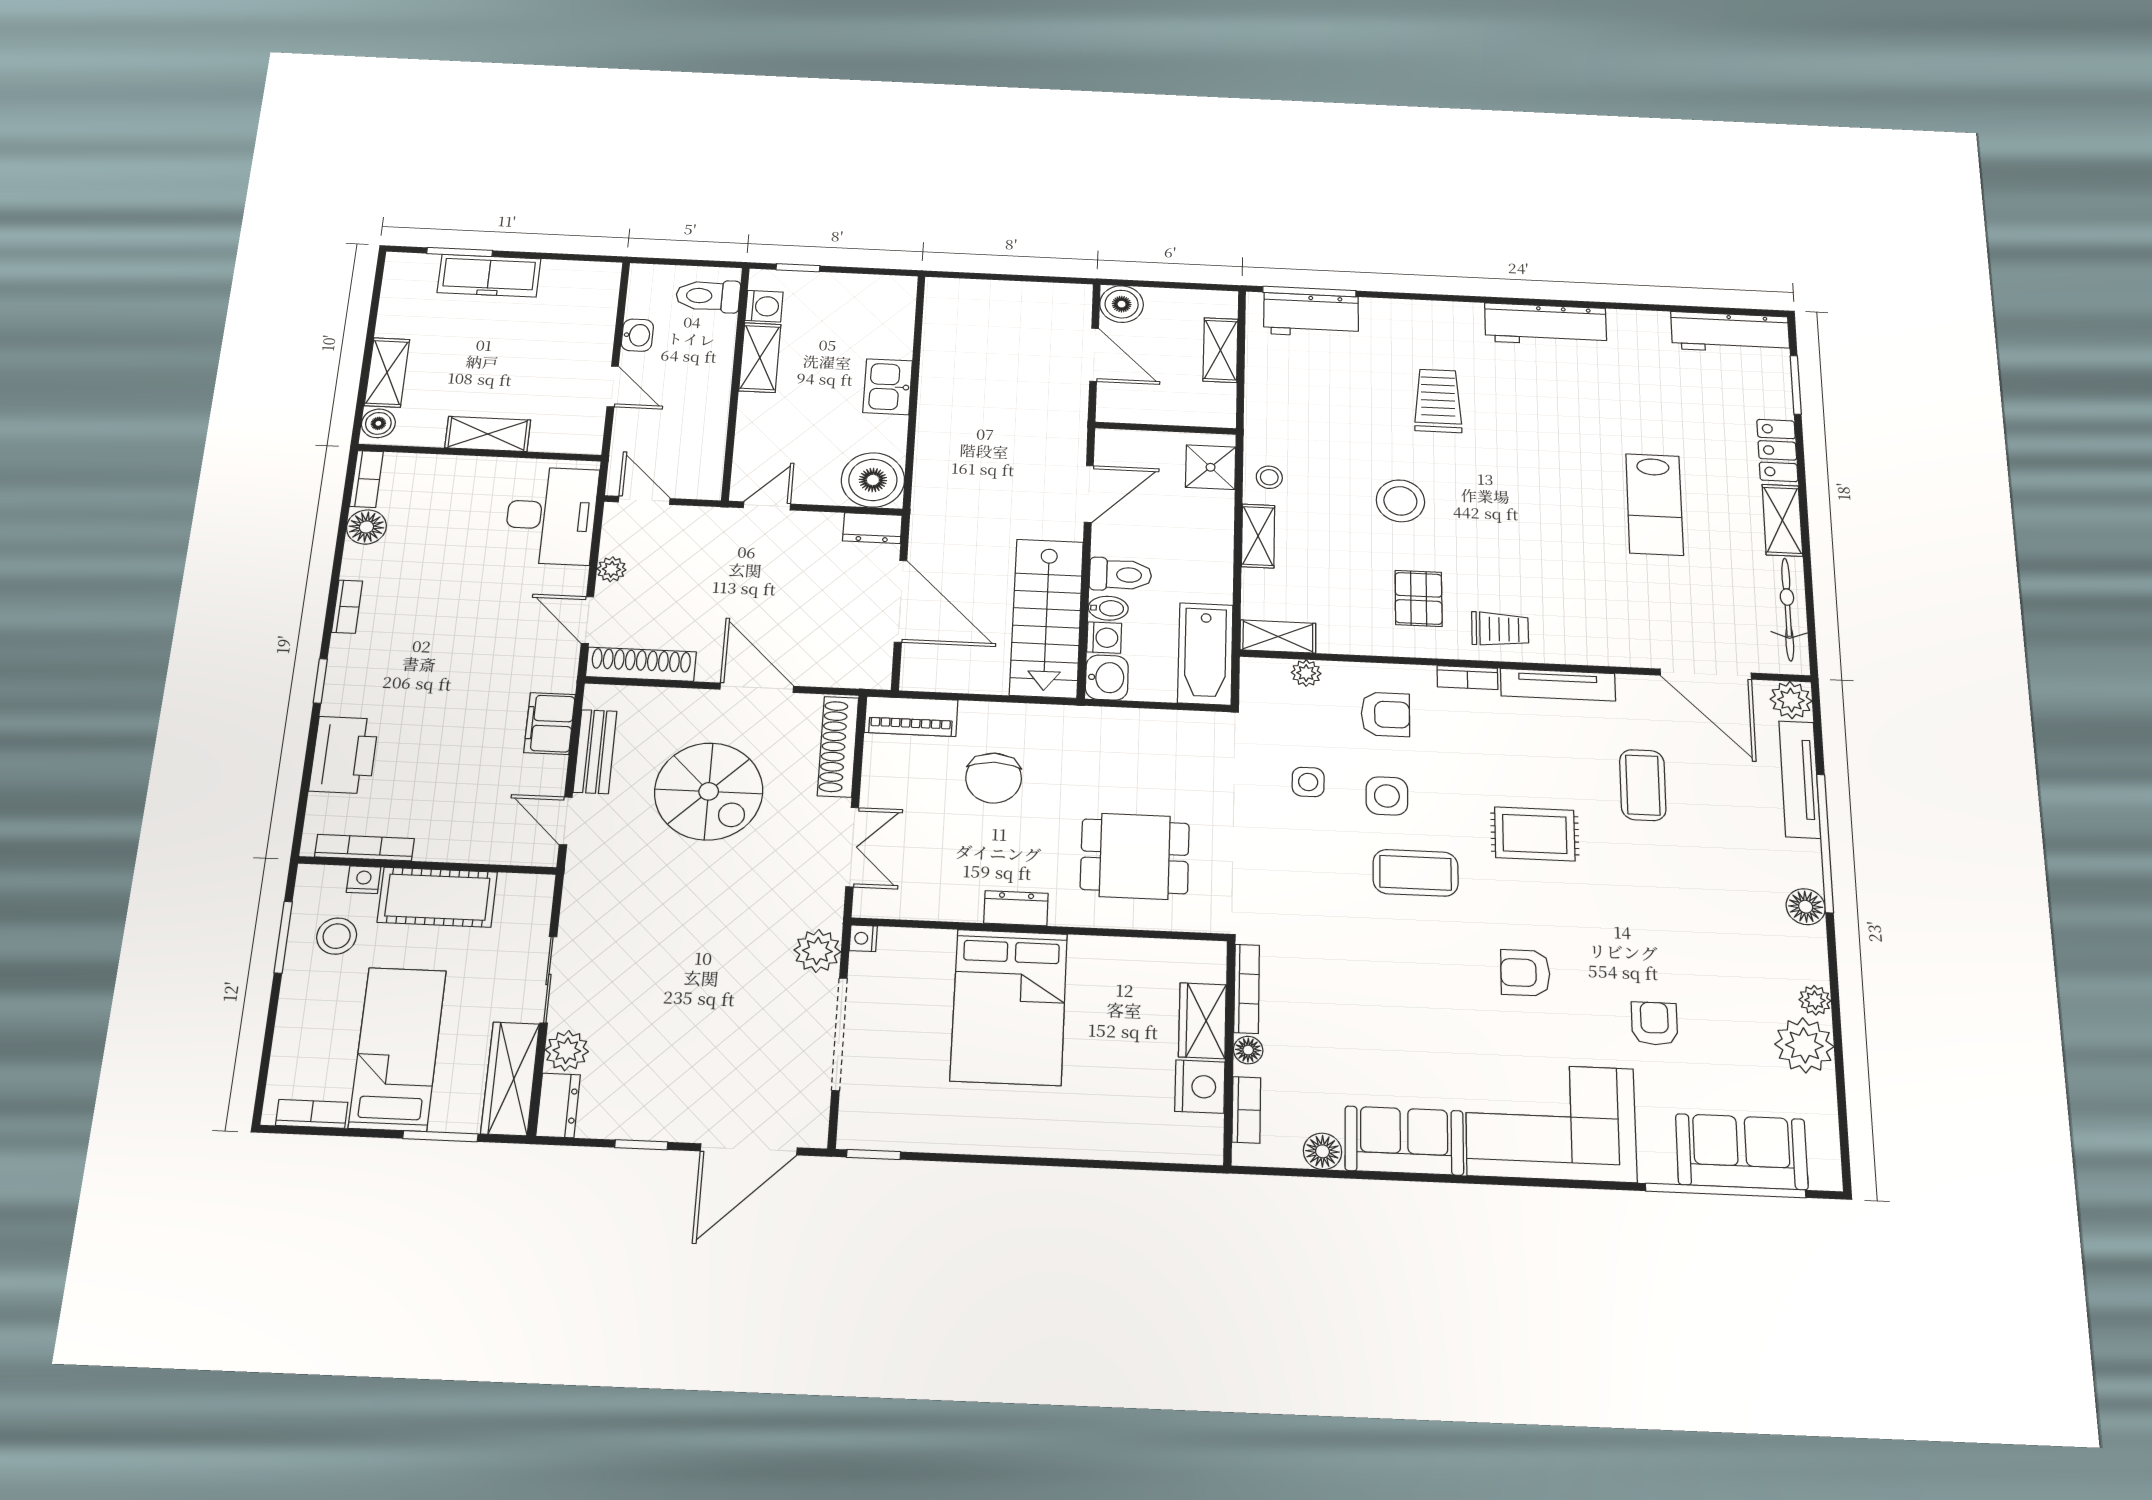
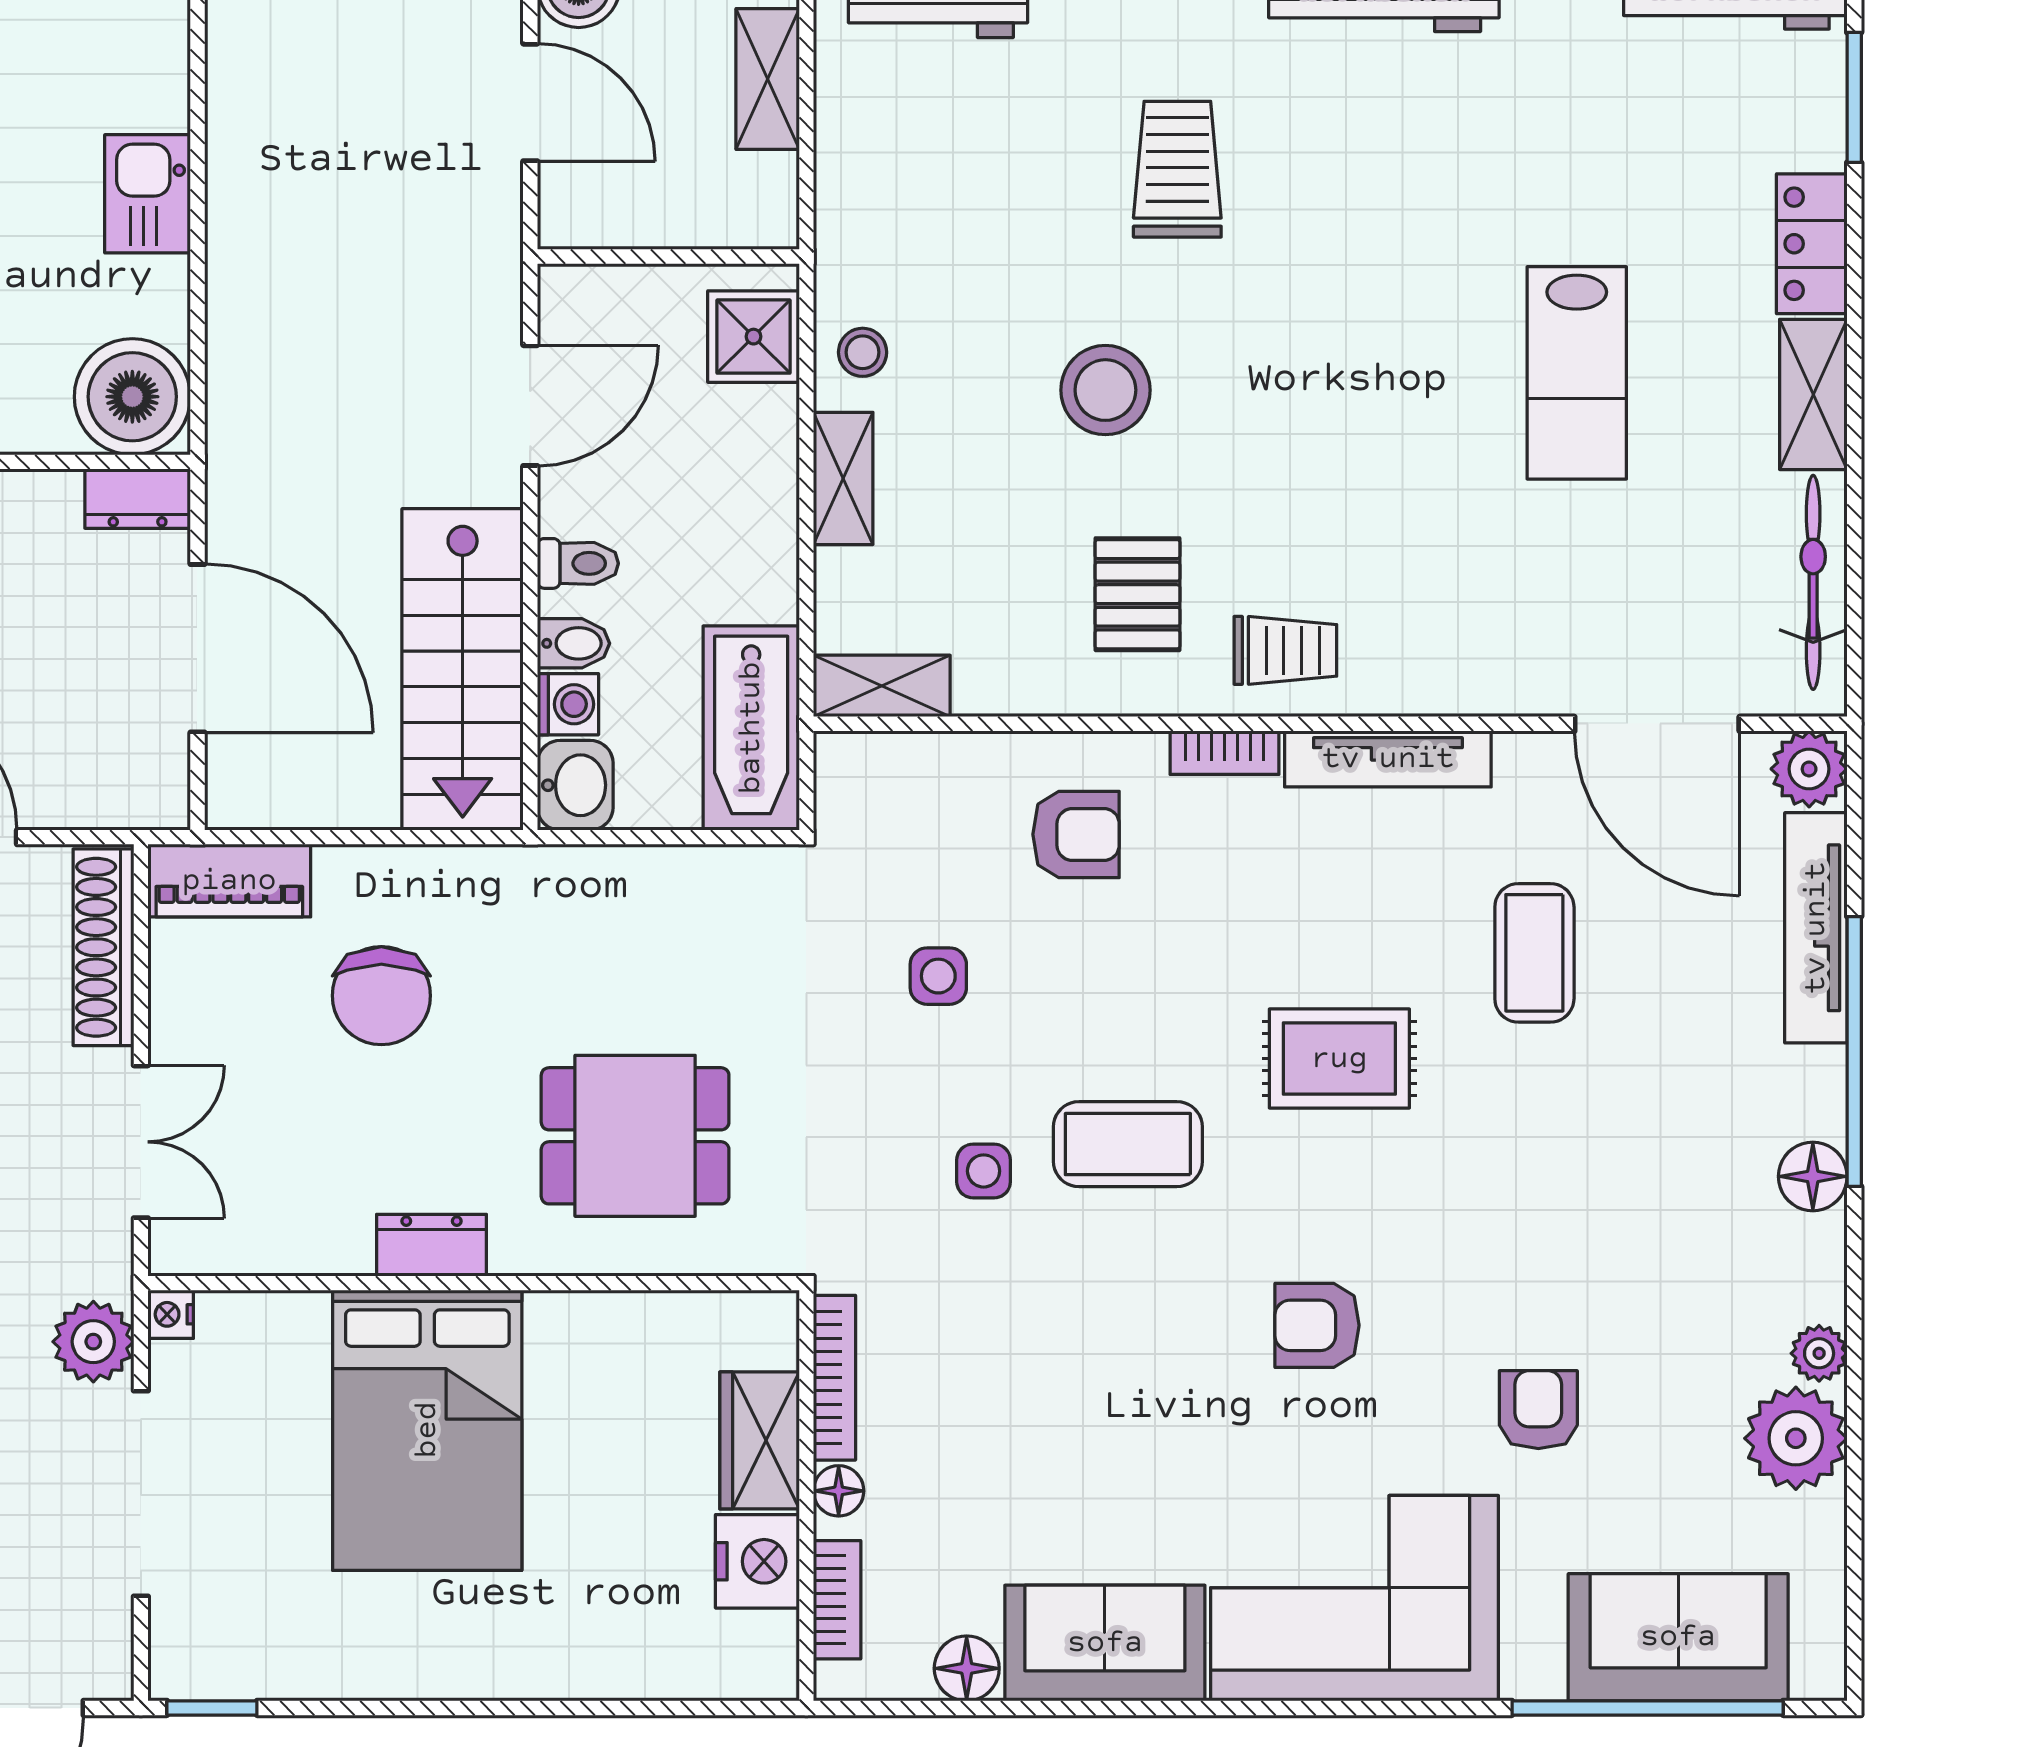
toilet: (1120, 575) -> (578, 563), width x0.73, depth x0.72
plant: (1306, 673) -> (933, 758), removed
side table: (1387, 796) -> (984, 1171), moved, width x0.73, depth x0.73

